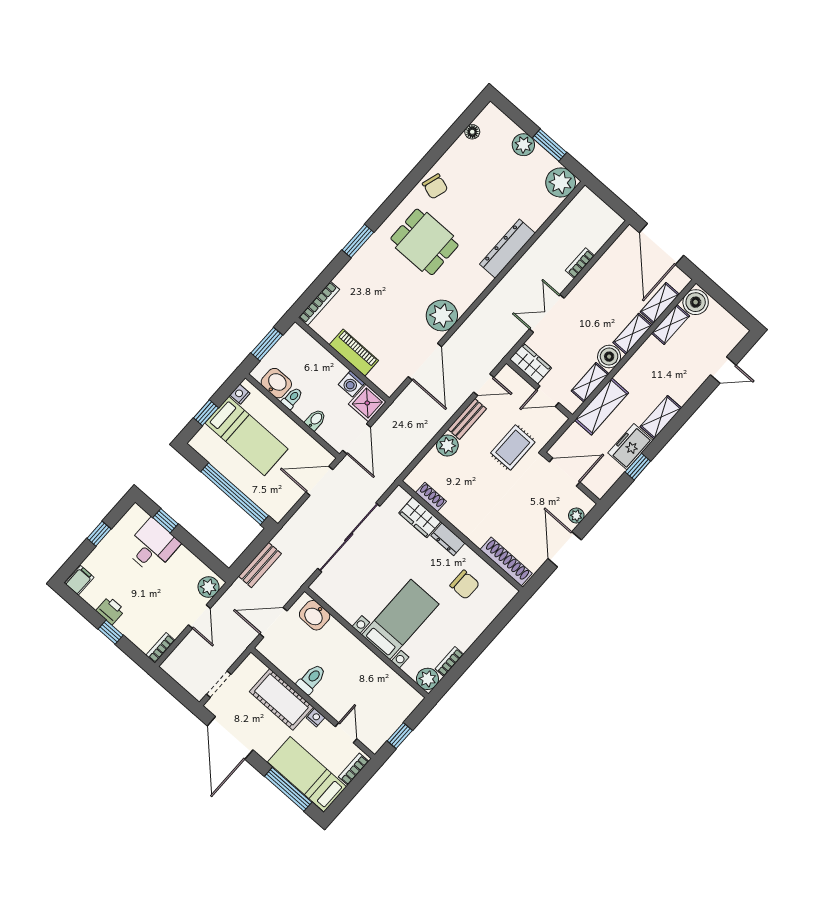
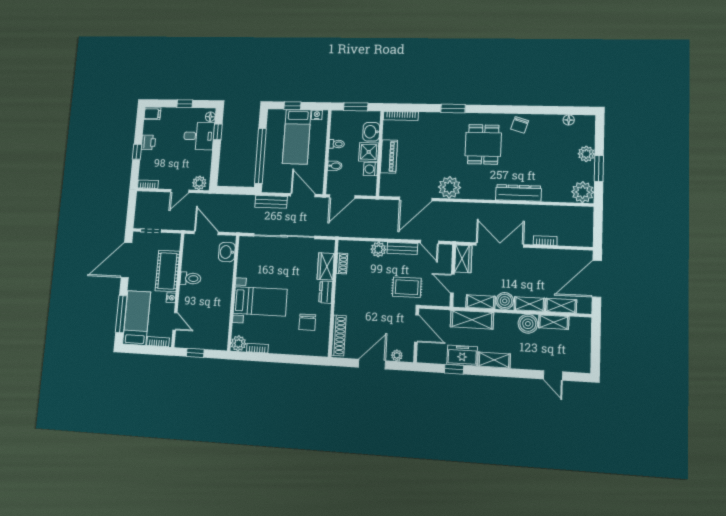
boiler: (696, 302) -> (528, 324), moved
double door: (547, 314) -> (500, 245), width x1.37
washbasin: (276, 383) -> (371, 132), moved, turned 180
shower: (367, 403) -> (369, 152), moved
floor lamp: (140, 516) -> (210, 117), added
bench: (260, 565) -> (271, 202), moved
door: (346, 733) -> (175, 321), hinge flipped

